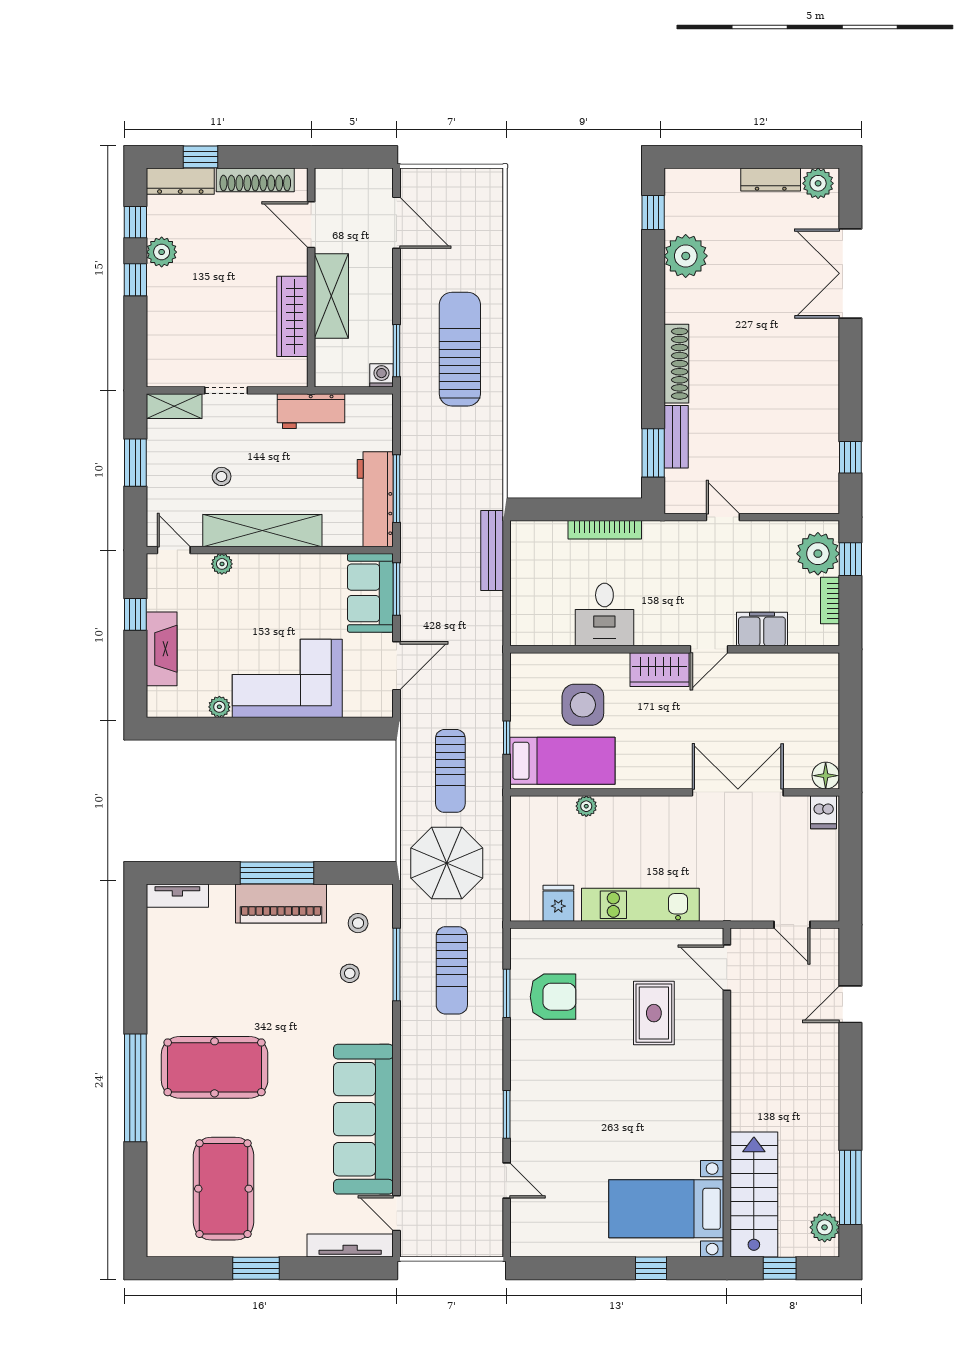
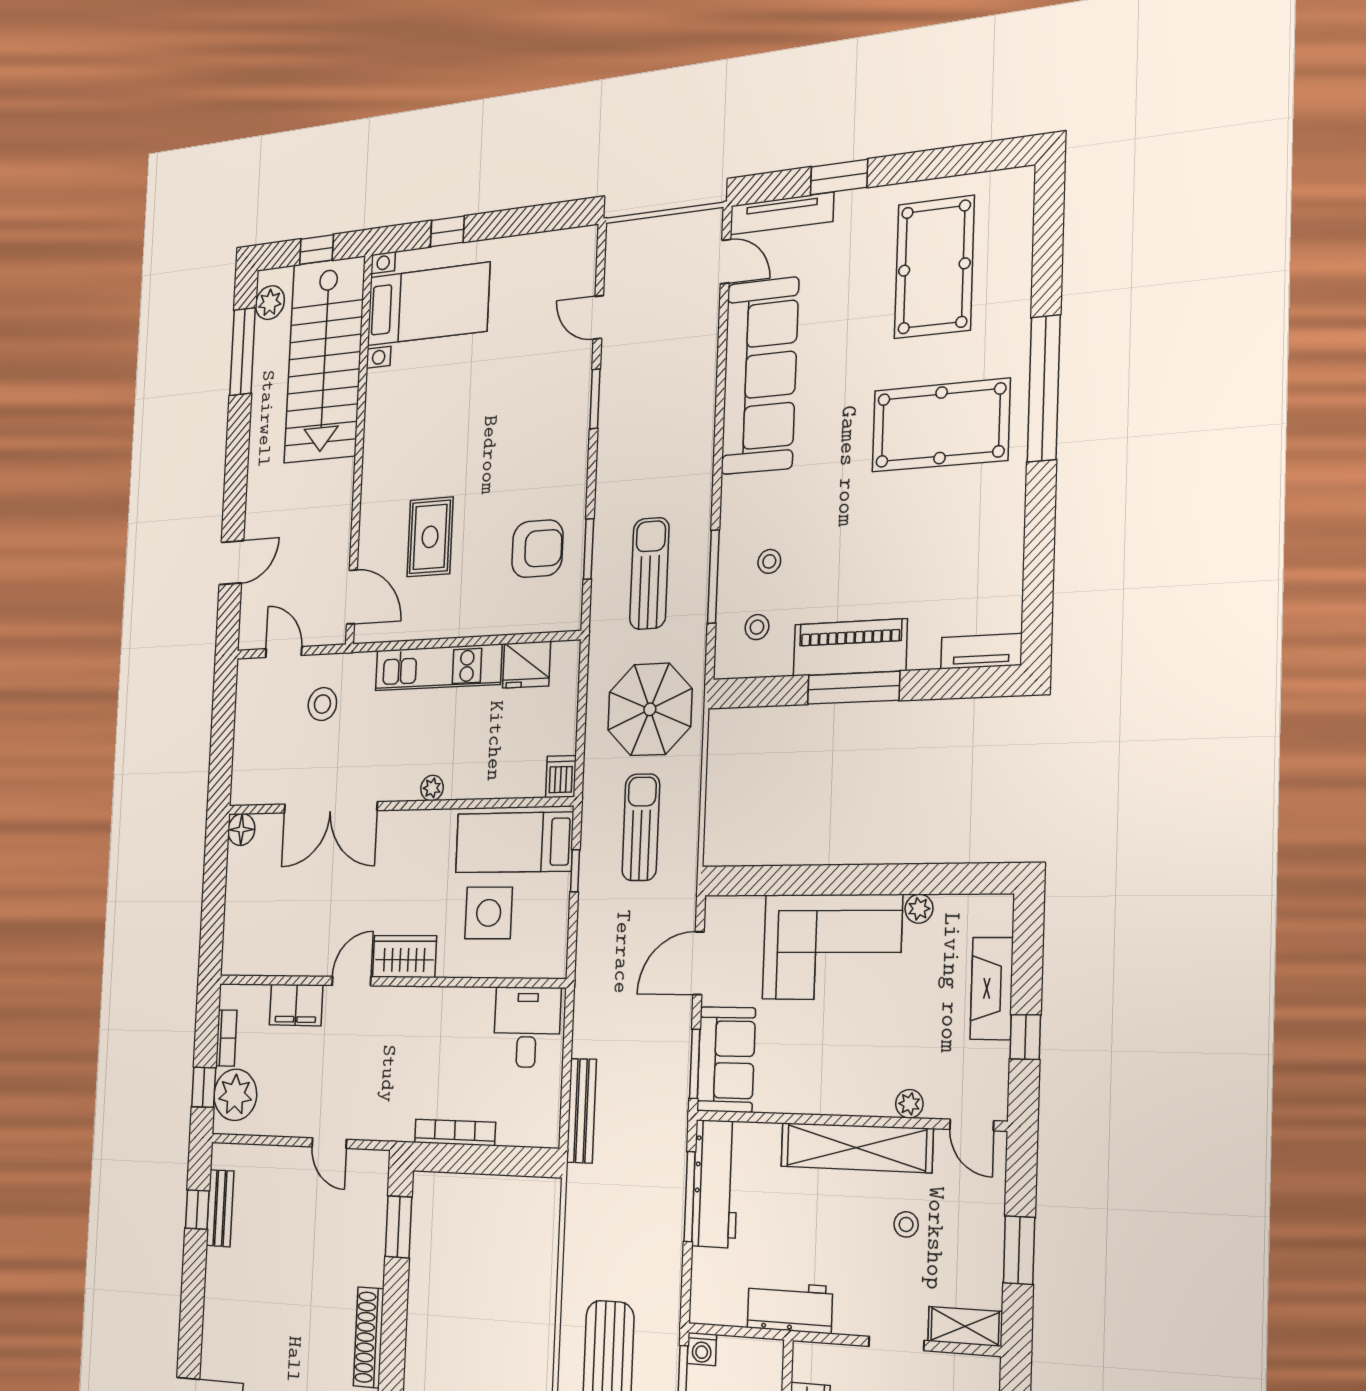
bench: (676, 437) -> (220, 1208), moved
desk: (604, 615) -> (527, 1027), moved
plant: (586, 806) -> (432, 788), moved
dishwasher: (823, 812) -> (561, 777), moved
stool: (751, 879) -> (322, 704), added
fridge: (558, 903) -> (526, 665), width x1.38
armchair: (553, 997) -> (537, 549), turned 180
stairs: (754, 1195) -> (325, 360), width x1.36, depth x1.51
window: (256, 1268) -> (839, 177), moved

